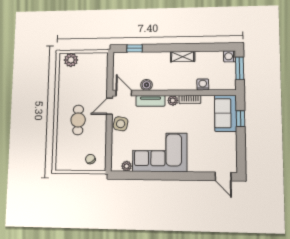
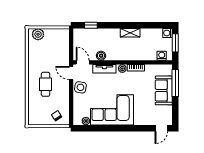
washing machine: (203, 84) -> (162, 56), moved
door: (110, 106) -> (71, 73), hinge flipped
sofa: (226, 113) -> (164, 90), moved
window: (240, 119) -> (175, 83), width x2.17
door: (223, 177) -> (161, 128), hinge flipped

